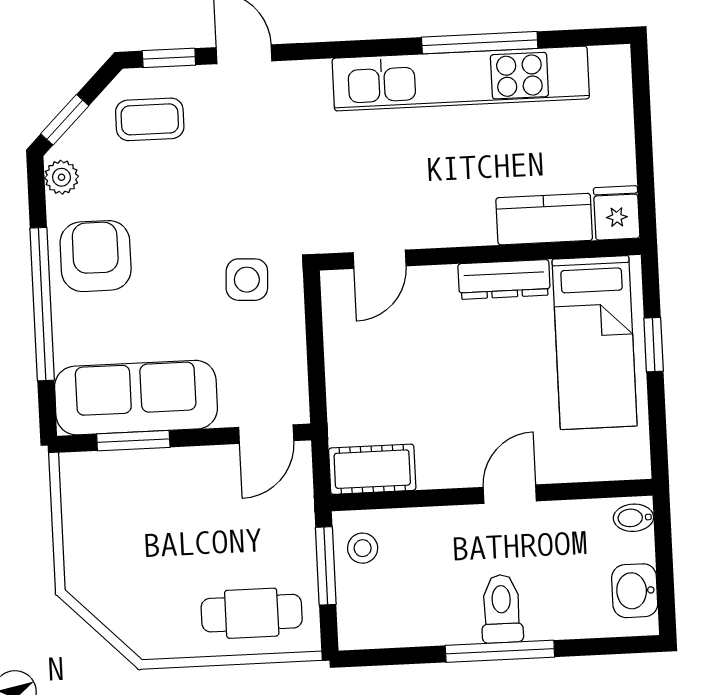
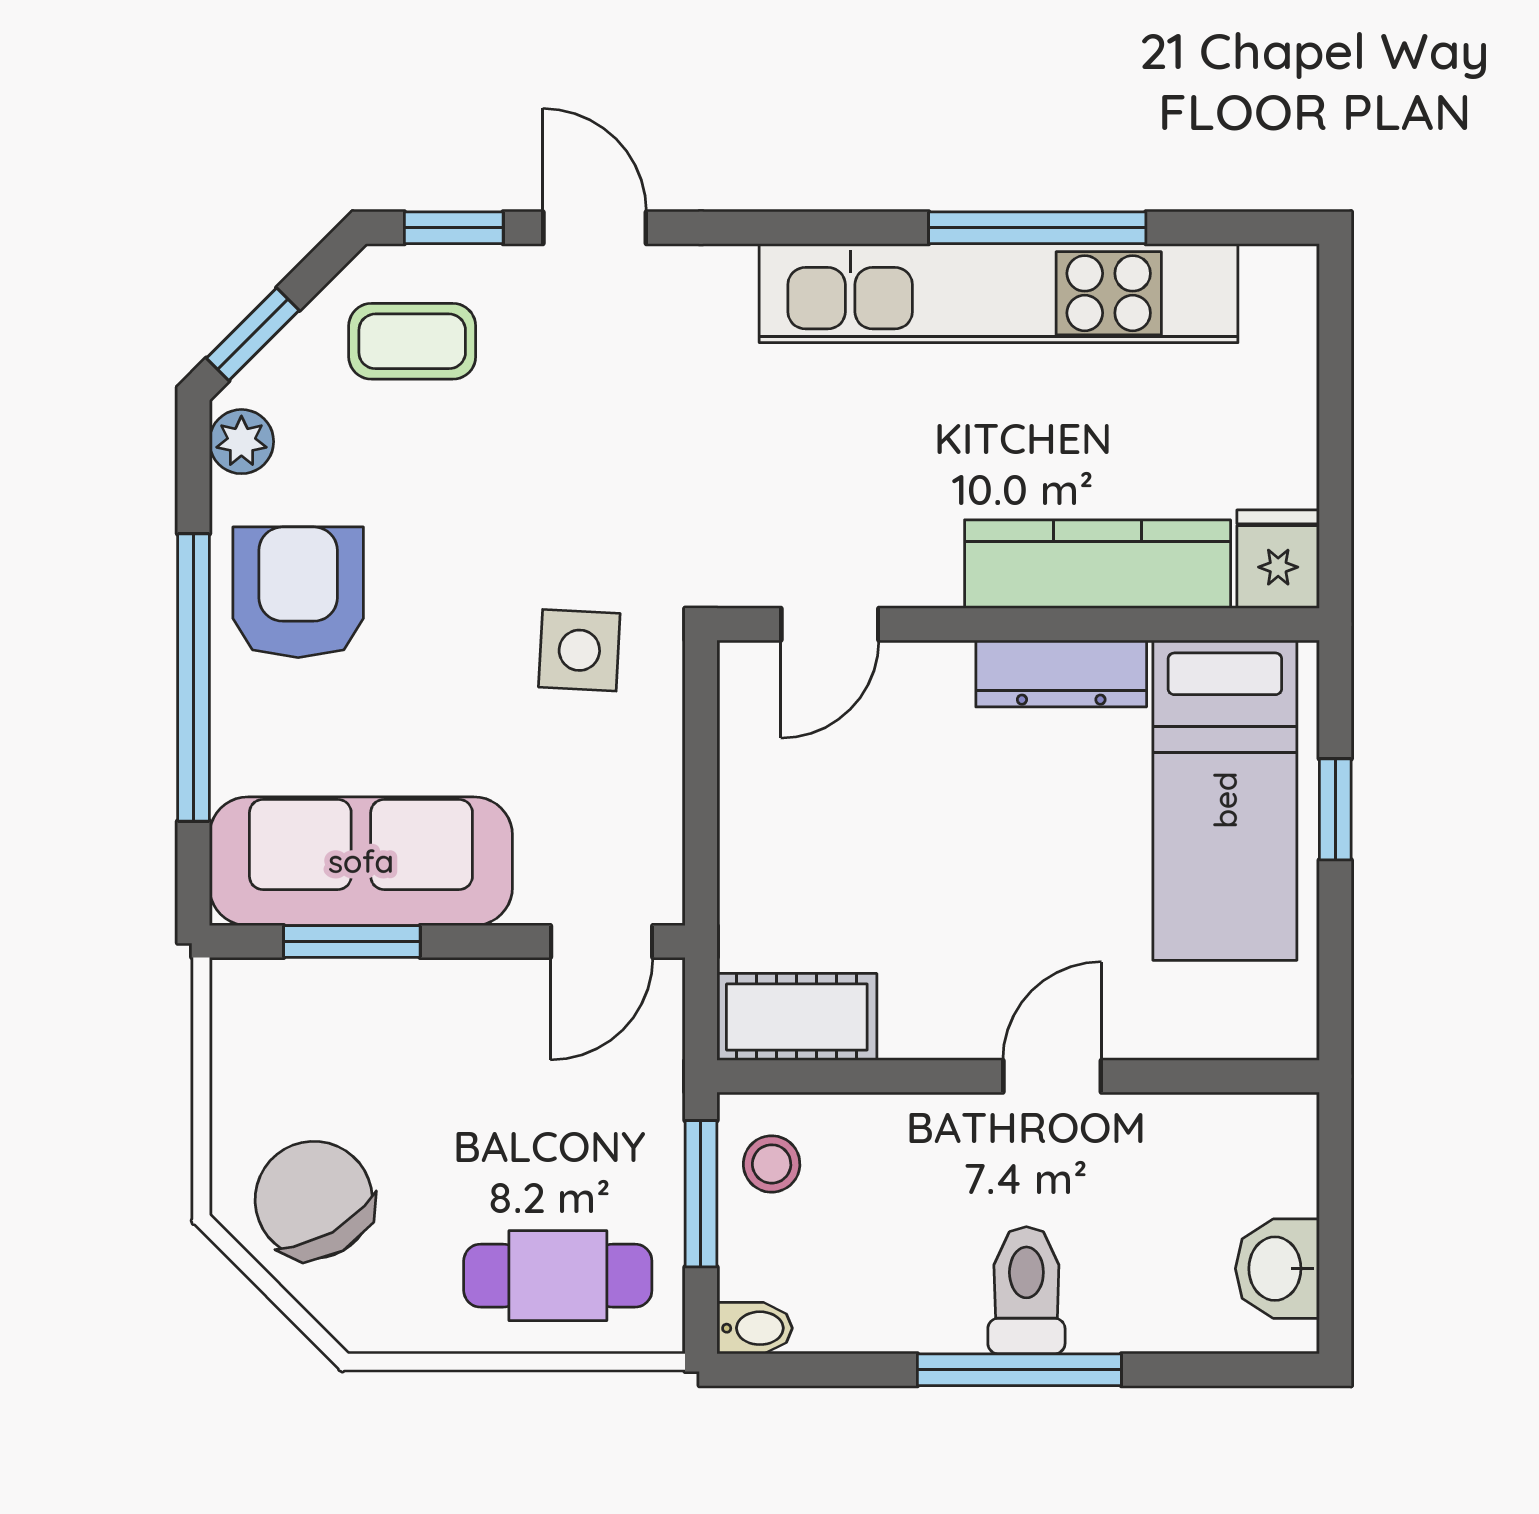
kitchen counter: (544, 219) -> (1098, 564), width x1.50
bidet: (633, 518) -> (755, 1328), moved, turned 180
chair: (120, 579) -> (314, 1200), added

